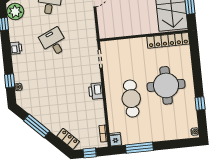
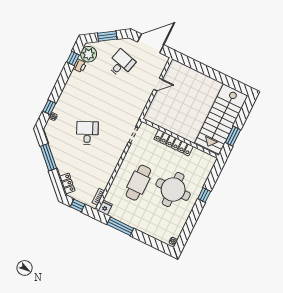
locker: (168, 40) -> (174, 143), moved
desk: (54, 42) -> (87, 133), moved
printer: (16, 48) -> (80, 66), moved
printer: (96, 91) -> (114, 159), removed
window: (200, 103) -> (204, 195), moved

